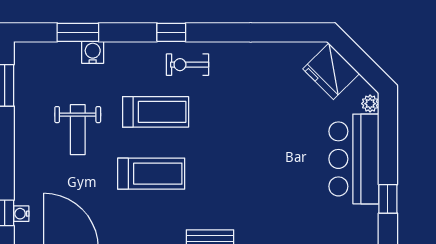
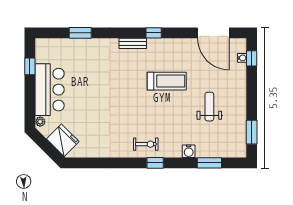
water cooler: (93, 52) -> (189, 151), moved
treadmill: (156, 112) -> (164, 117), removed
treadmill: (151, 174) -> (167, 81), turned 180

